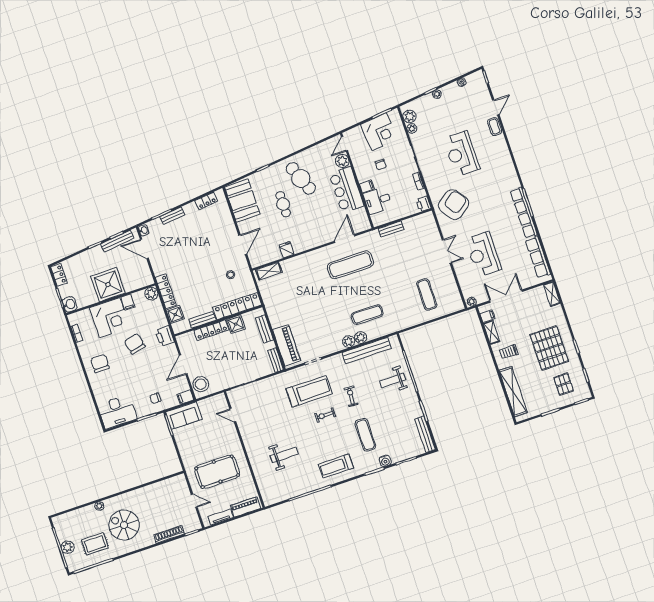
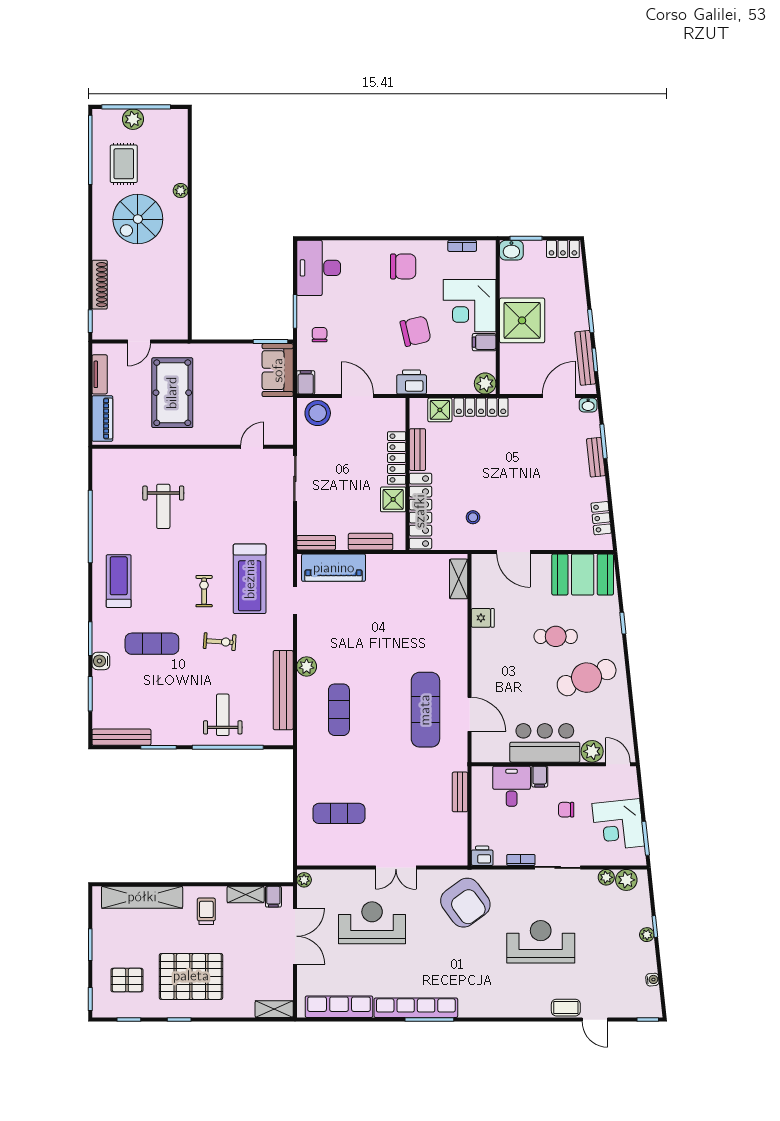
plant: (361, 338) -> (306, 687), removed
spiral stairs: (124, 525) -> (138, 219), turned 180

